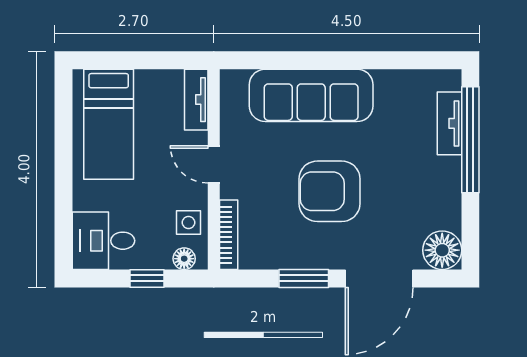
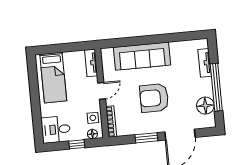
window: (470, 140) -> (216, 87), moved
door: (214, 164) -> (102, 91), swing flipped
floor lamp: (442, 250) -> (205, 106), moved

